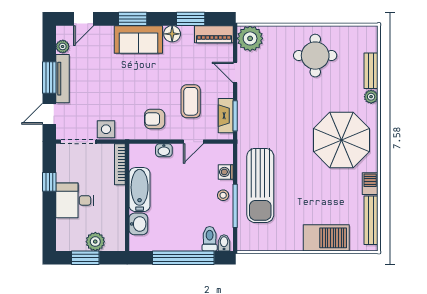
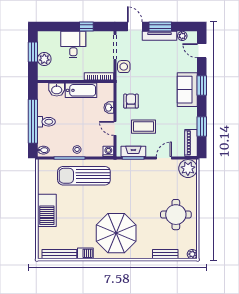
floor lamp: (172, 34) -> (191, 113), removed
plant: (371, 97) -> (192, 254), moved
washing machine: (226, 172) -> (108, 151), moved
barbecue: (326, 238) -> (47, 210), moved
toilet: (210, 239) -> (46, 122), moved

